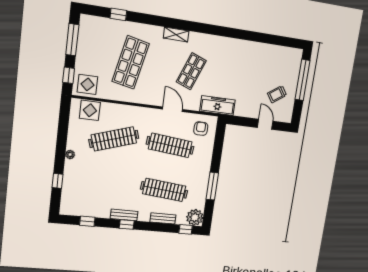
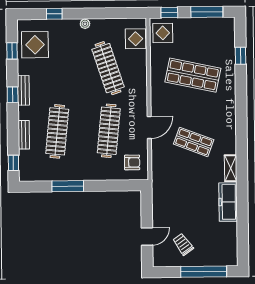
shelving: (176, 35) -> (231, 168), moved
freezer: (218, 106) -> (228, 202), moved, turned 180
display table: (84, 201) -> (35, 45), added
plant: (195, 217) -> (29, 171), removed

